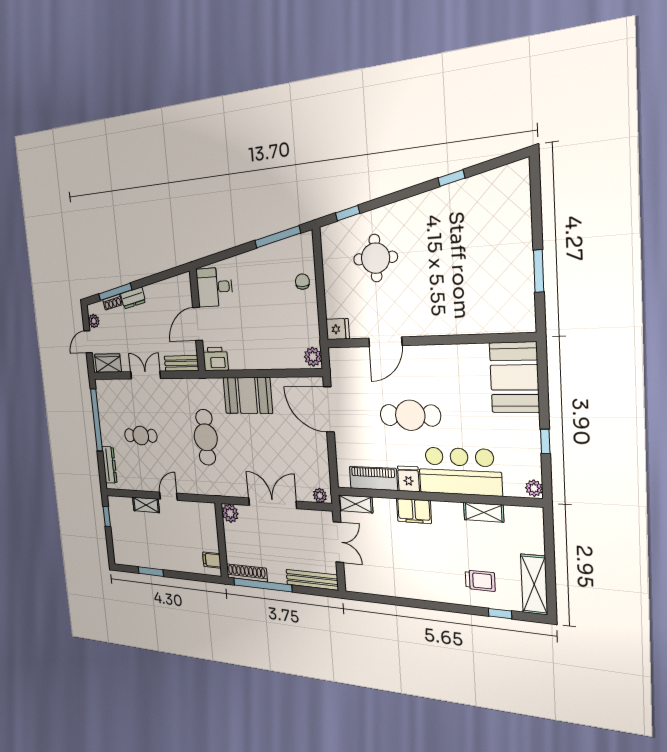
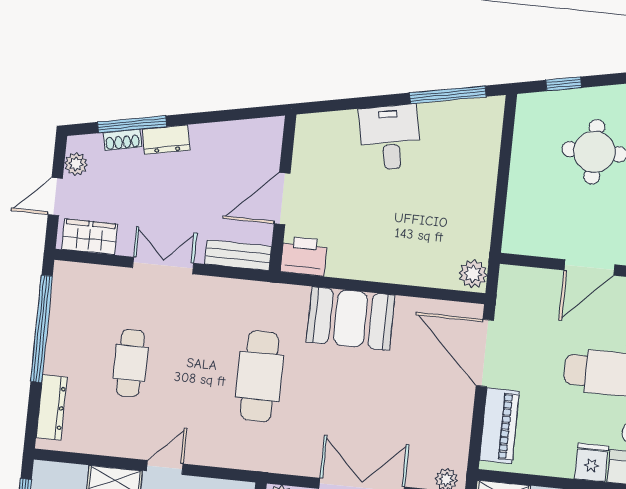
chair: (302, 282) -> (476, 165), removed
desk: (214, 287) -> (390, 137), moved, turned 79
fridge: (338, 329) -> (520, 240), removed
cafe table: (141, 436) -> (130, 363), turned 90
piano: (373, 478) -> (499, 426), moved, turned 90

